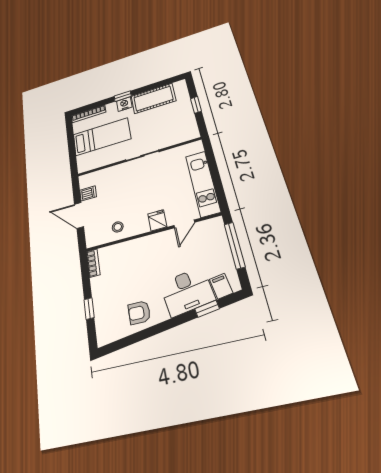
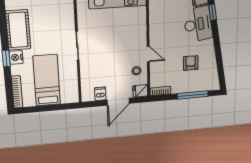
fridge: (157, 220) -> (140, 91), moved
door: (184, 224) -> (148, 54), moved
window: (89, 309) -> (193, 95), width x2.17
armchair: (139, 313) -> (191, 63), moved, turned 180

